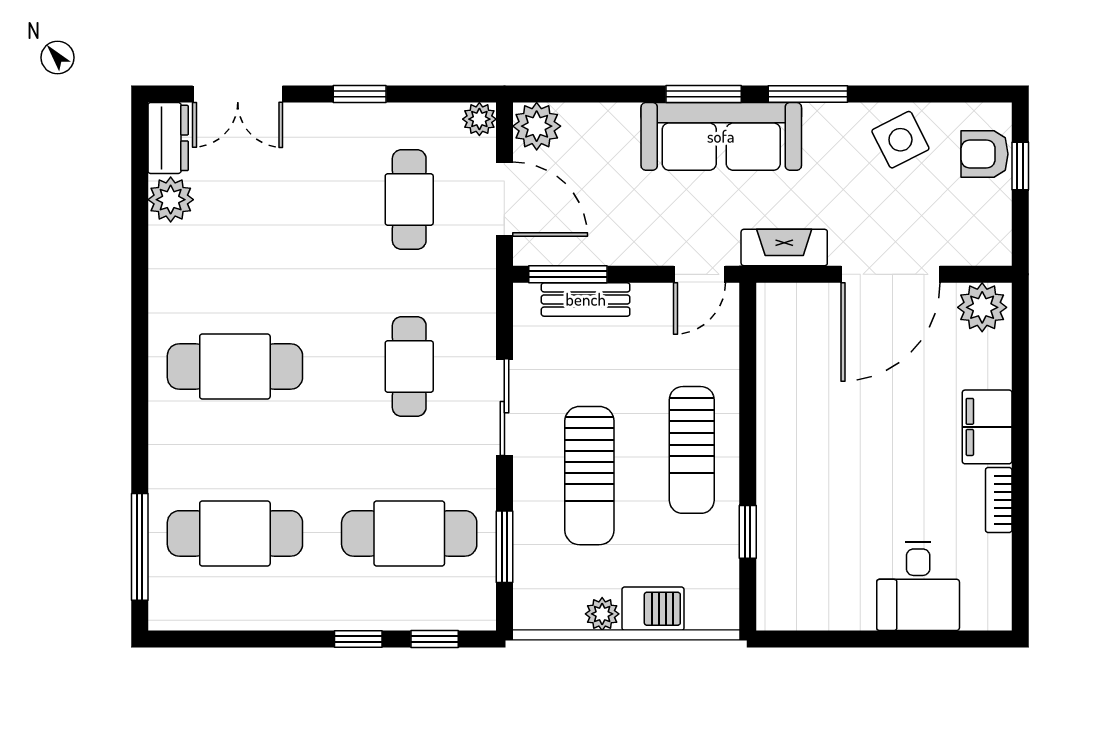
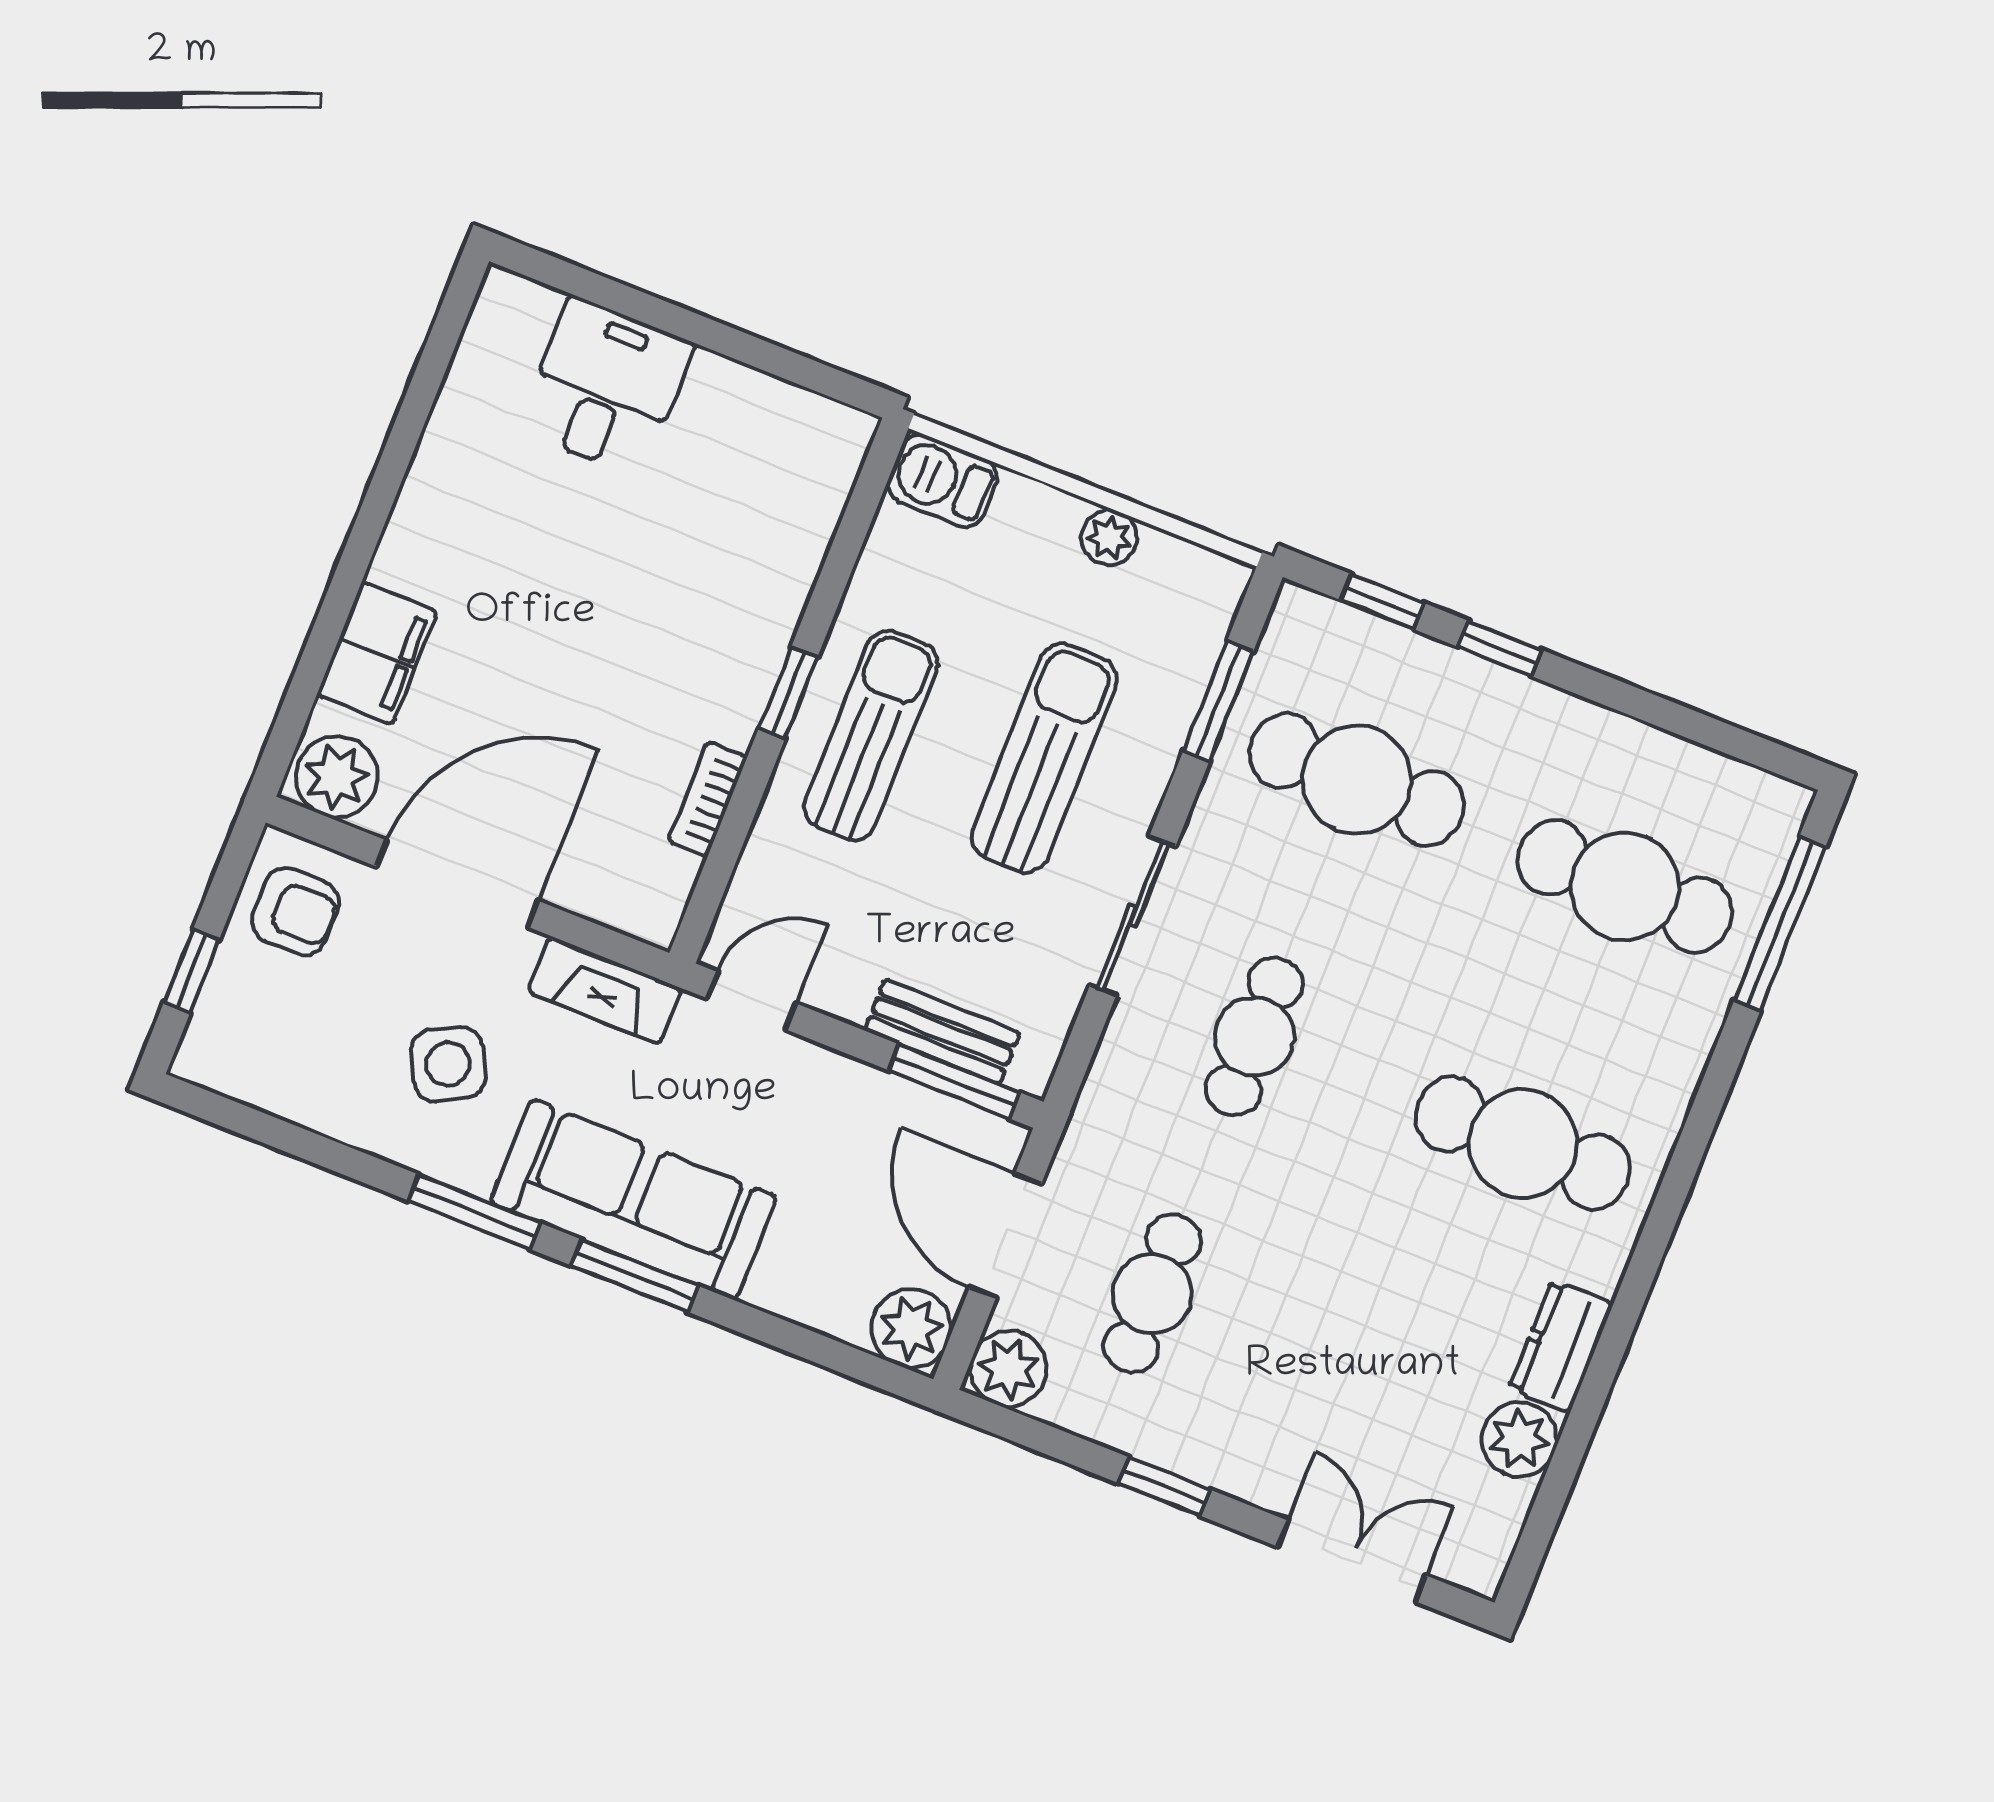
plant: (479, 119) -> (1008, 1369), width x1.38, depth x1.38
dresser: (168, 138) -> (1561, 1346), moved
side table: (900, 140) -> (448, 1064), moved
armchair: (985, 154) -> (295, 911), moved
filing cabinet: (987, 427) -> (377, 653), moved
bookcase: (999, 500) -> (708, 799), moved, turned 180
window: (748, 532) -> (788, 693), moved
barbecue: (653, 609) -> (942, 481), moved

